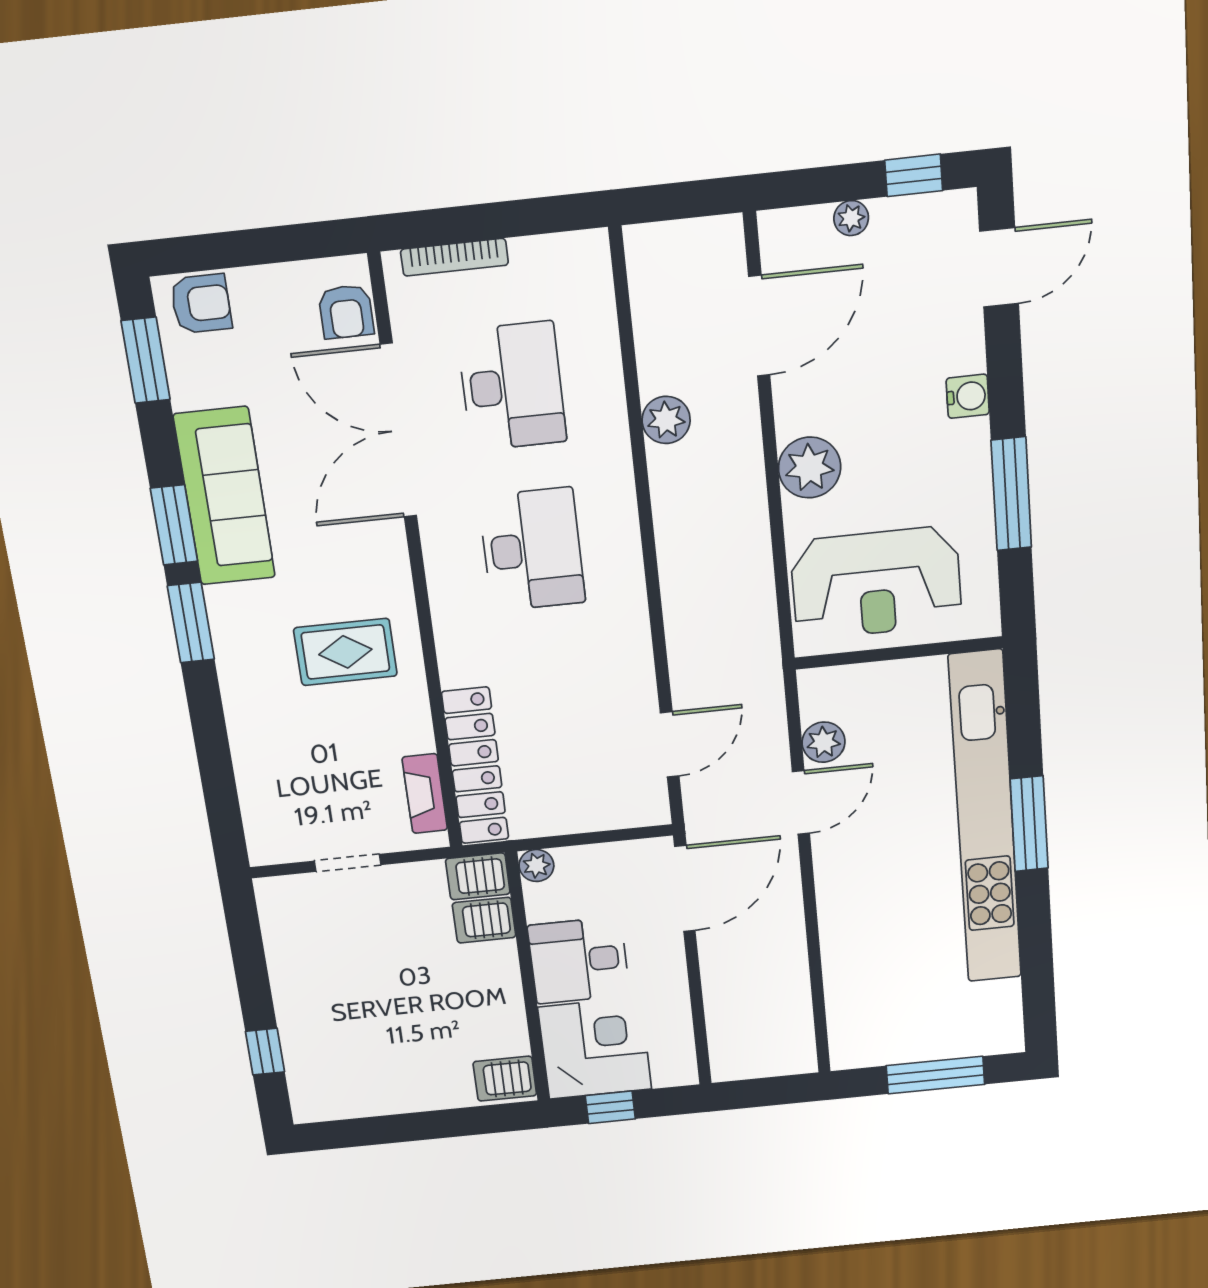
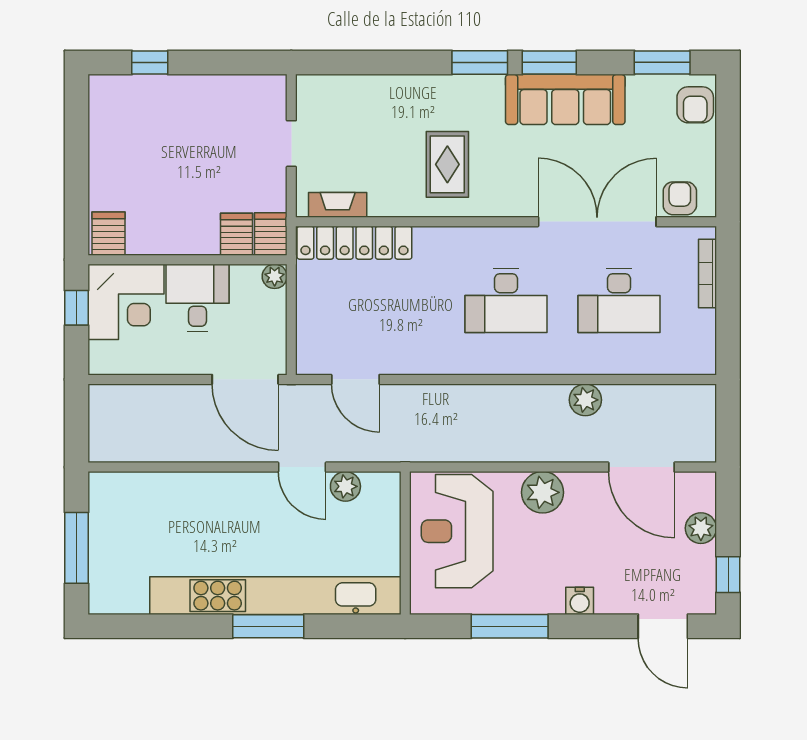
plant: (851, 218) -> (701, 528), width x1.38, depth x1.38
armchair: (346, 312) -> (680, 198), turned 90

